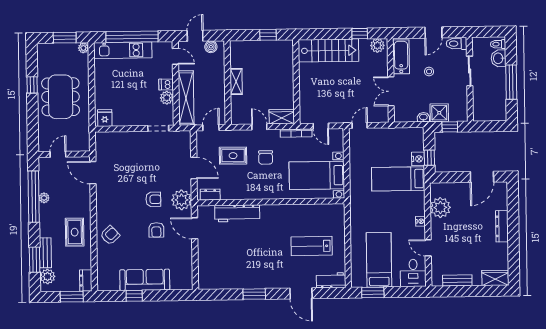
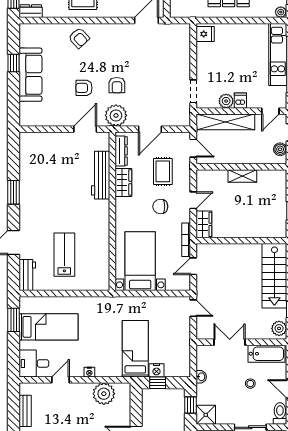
shower: (439, 113) -> (206, 415), moved
wardrobe: (244, 192) -> (123, 182), added
dresser: (210, 195) -> (121, 151), width x1.44

